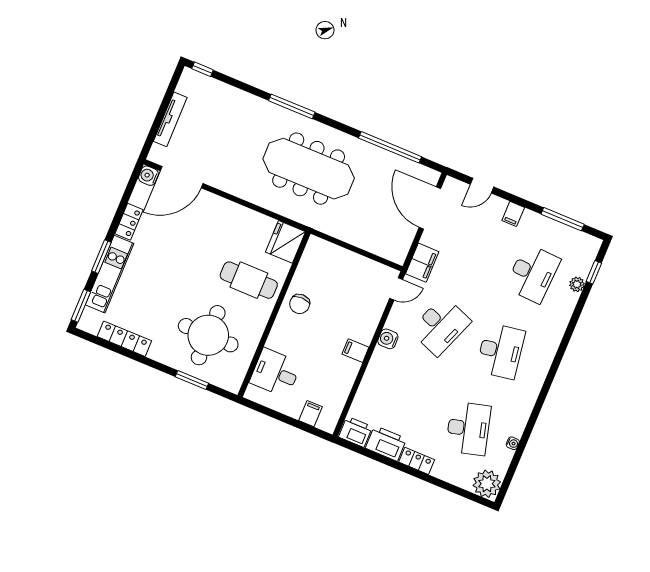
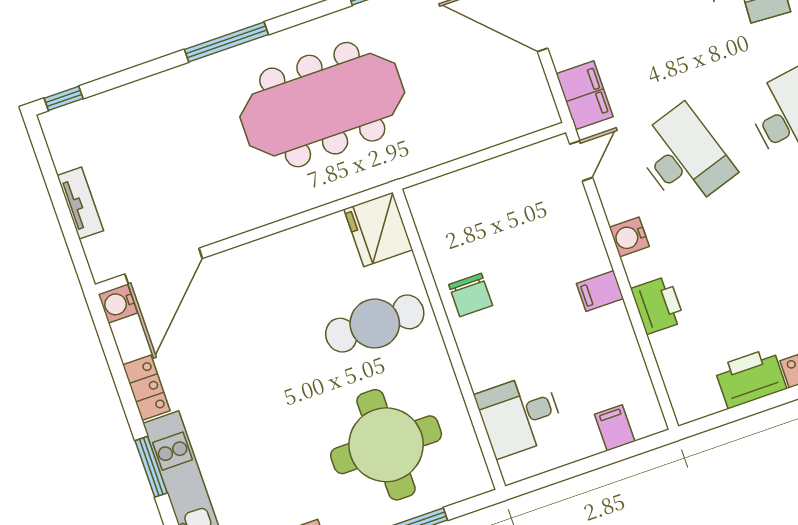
tv unit: (170, 119) -> (80, 203), width x0.71
desk: (441, 326) -> (684, 158), turned -39
printer: (355, 432) -> (658, 305), moved, turned 90

